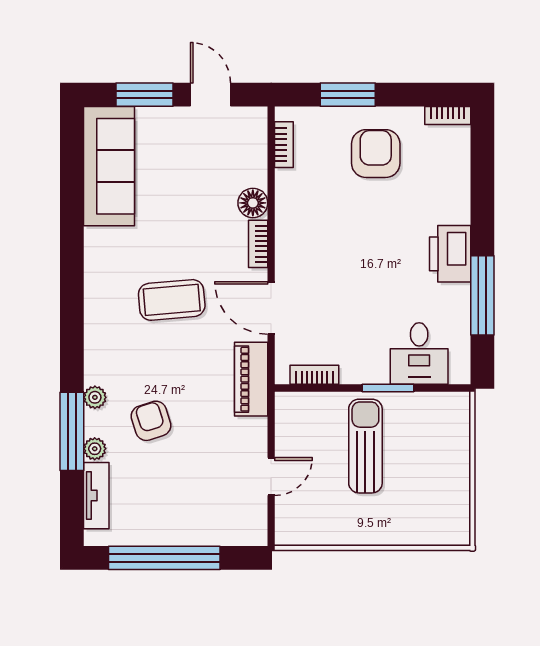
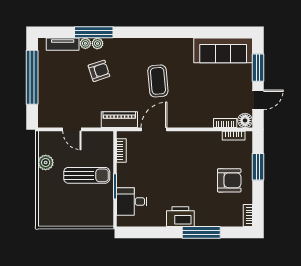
floor lamp: (253, 203) -> (245, 120), moved
bookcase: (258, 244) -> (225, 123), moved
window: (482, 295) -> (201, 232), moved
plant: (95, 397) -> (97, 43), moved
plant: (339, 530) -> (46, 163), added

